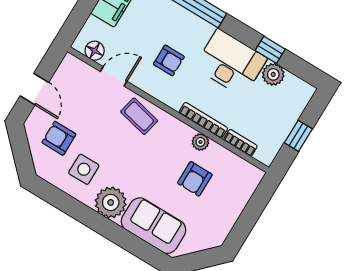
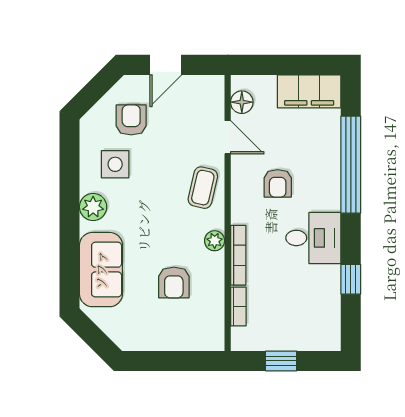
desk: (231, 63) -> (313, 238), width x0.73
plant: (273, 74) -> (328, 298), removed
plant: (200, 142) -> (215, 241), moved
armchair: (195, 179) -> (174, 283), turned -90
plant: (111, 202) -> (93, 207), width x0.73, depth x0.73

